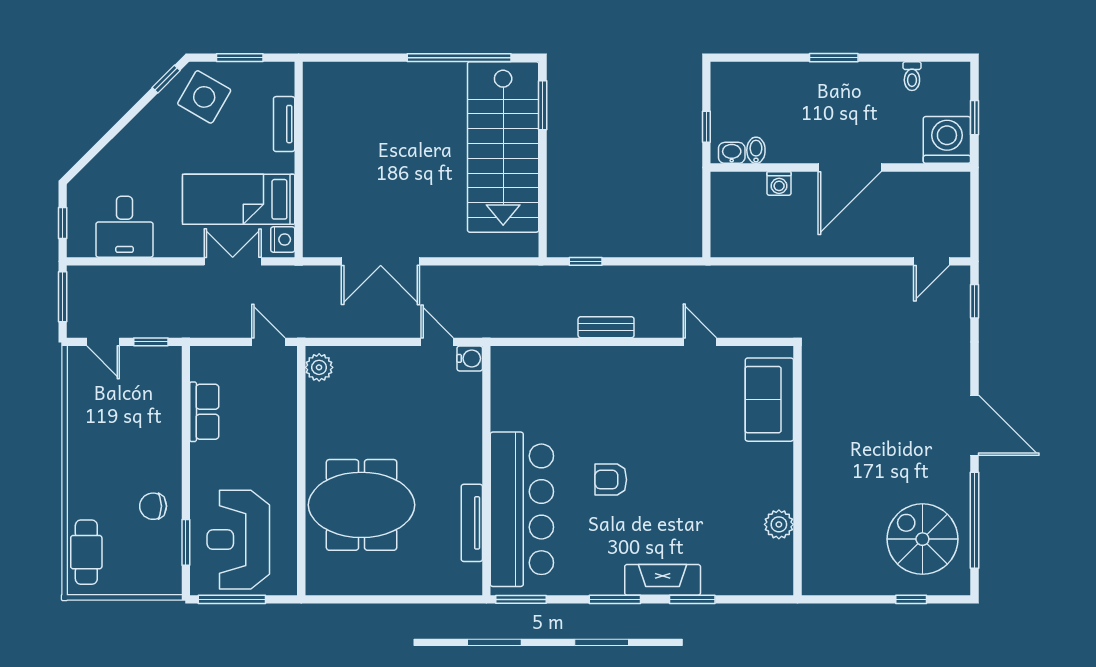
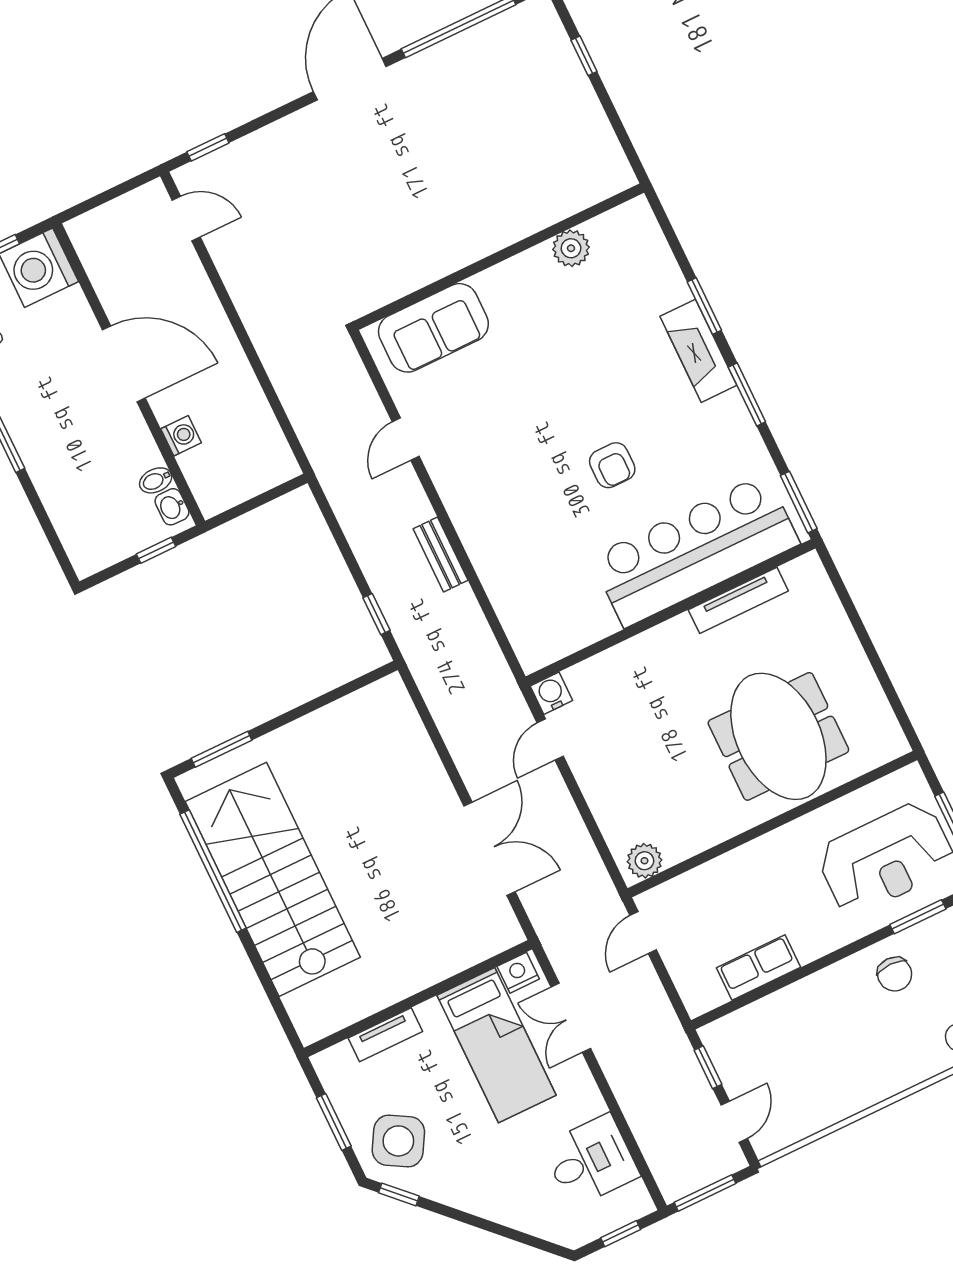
stairs: (503, 147) -> (273, 879), moved, turned -90
spiral stairs: (922, 539) -> (509, 76), removed

